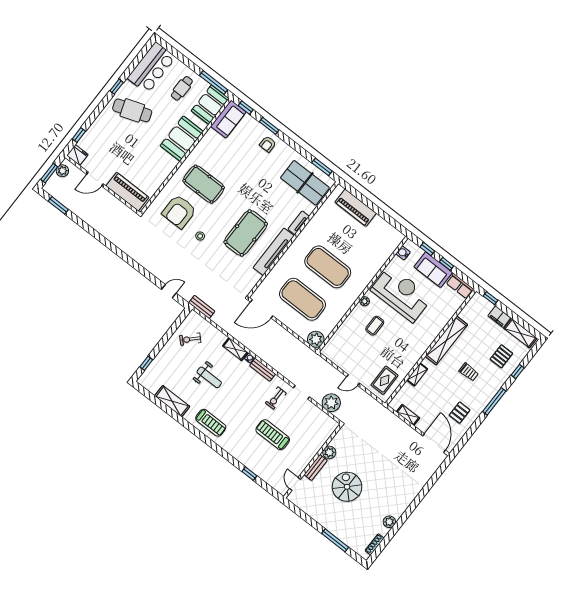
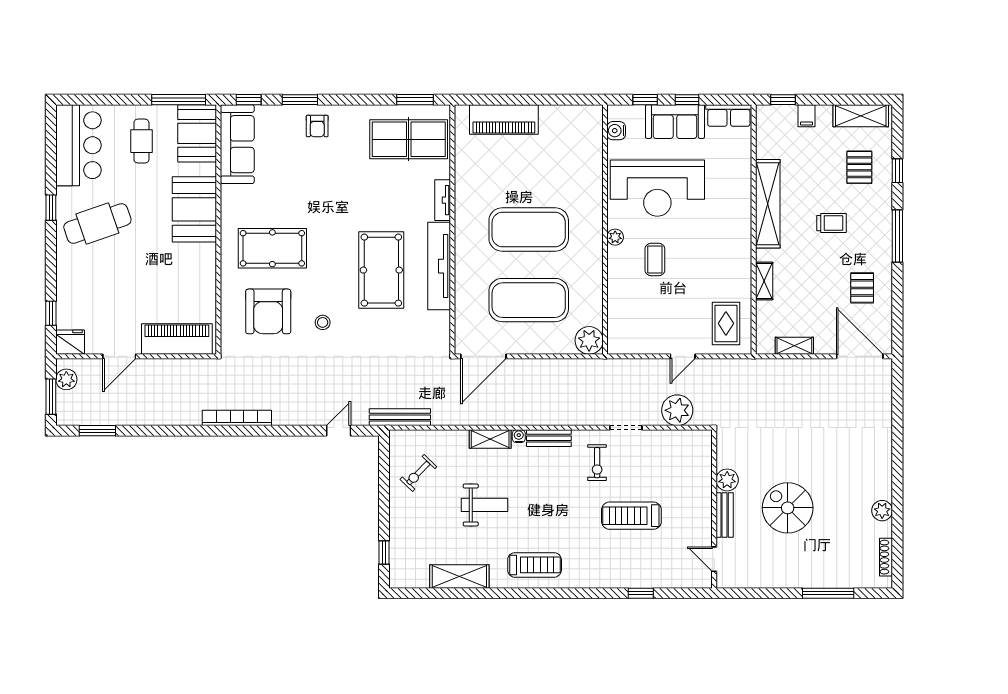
sofa: (228, 119) -> (237, 144), width x1.36
bookcase: (127, 249) -> (237, 418), added
reception desk: (401, 294) -> (657, 188), turned 180
bench: (202, 307) -> (400, 417), width x1.36
filing cabinet: (499, 317) -> (806, 116), width x0.50

